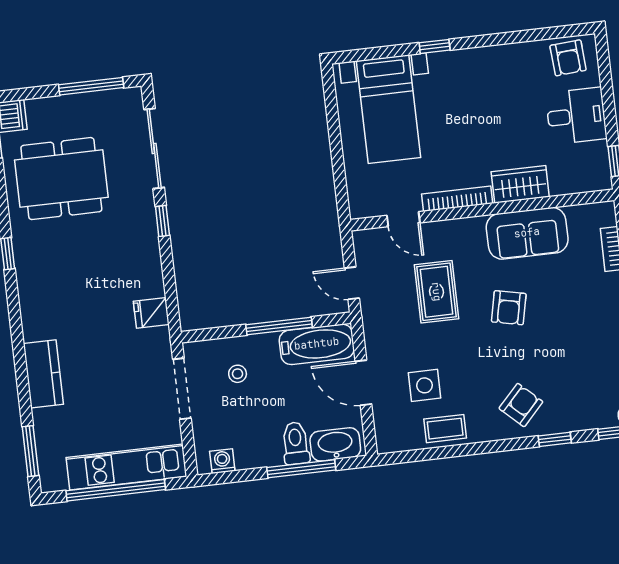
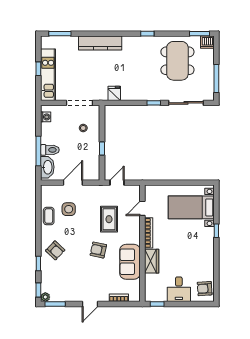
rug: (436, 292) -> (109, 219), turned 90
window: (279, 326) -> (102, 149), width x0.46
bathtub: (317, 344) -> (92, 164), removed
kitchen counter: (43, 374) -> (100, 43), width x1.50
window: (116, 490) -> (38, 69), width x0.32

